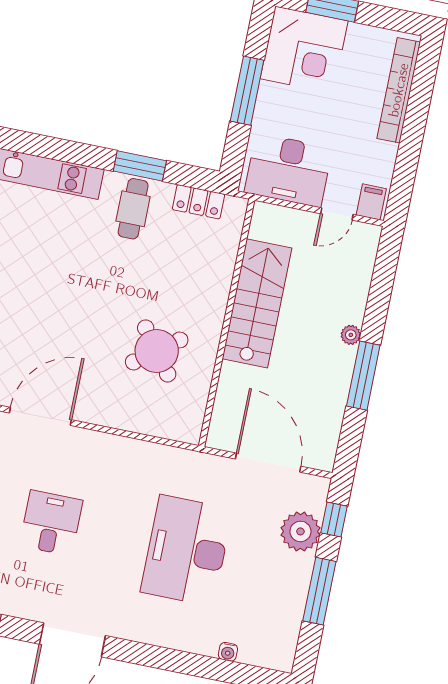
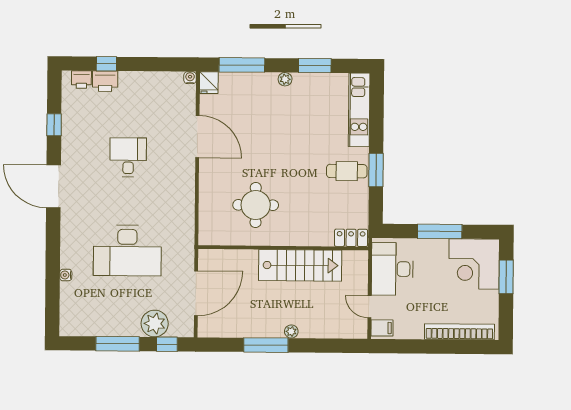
locker: (198, 202) -> (351, 238), moved, turned 90
round table: (157, 351) -> (256, 205), turned 37
desk: (51, 523) -> (128, 157), turned -90
desk: (187, 551) -> (127, 251), turned 180
water cooler: (228, 652) -> (66, 275), moved

